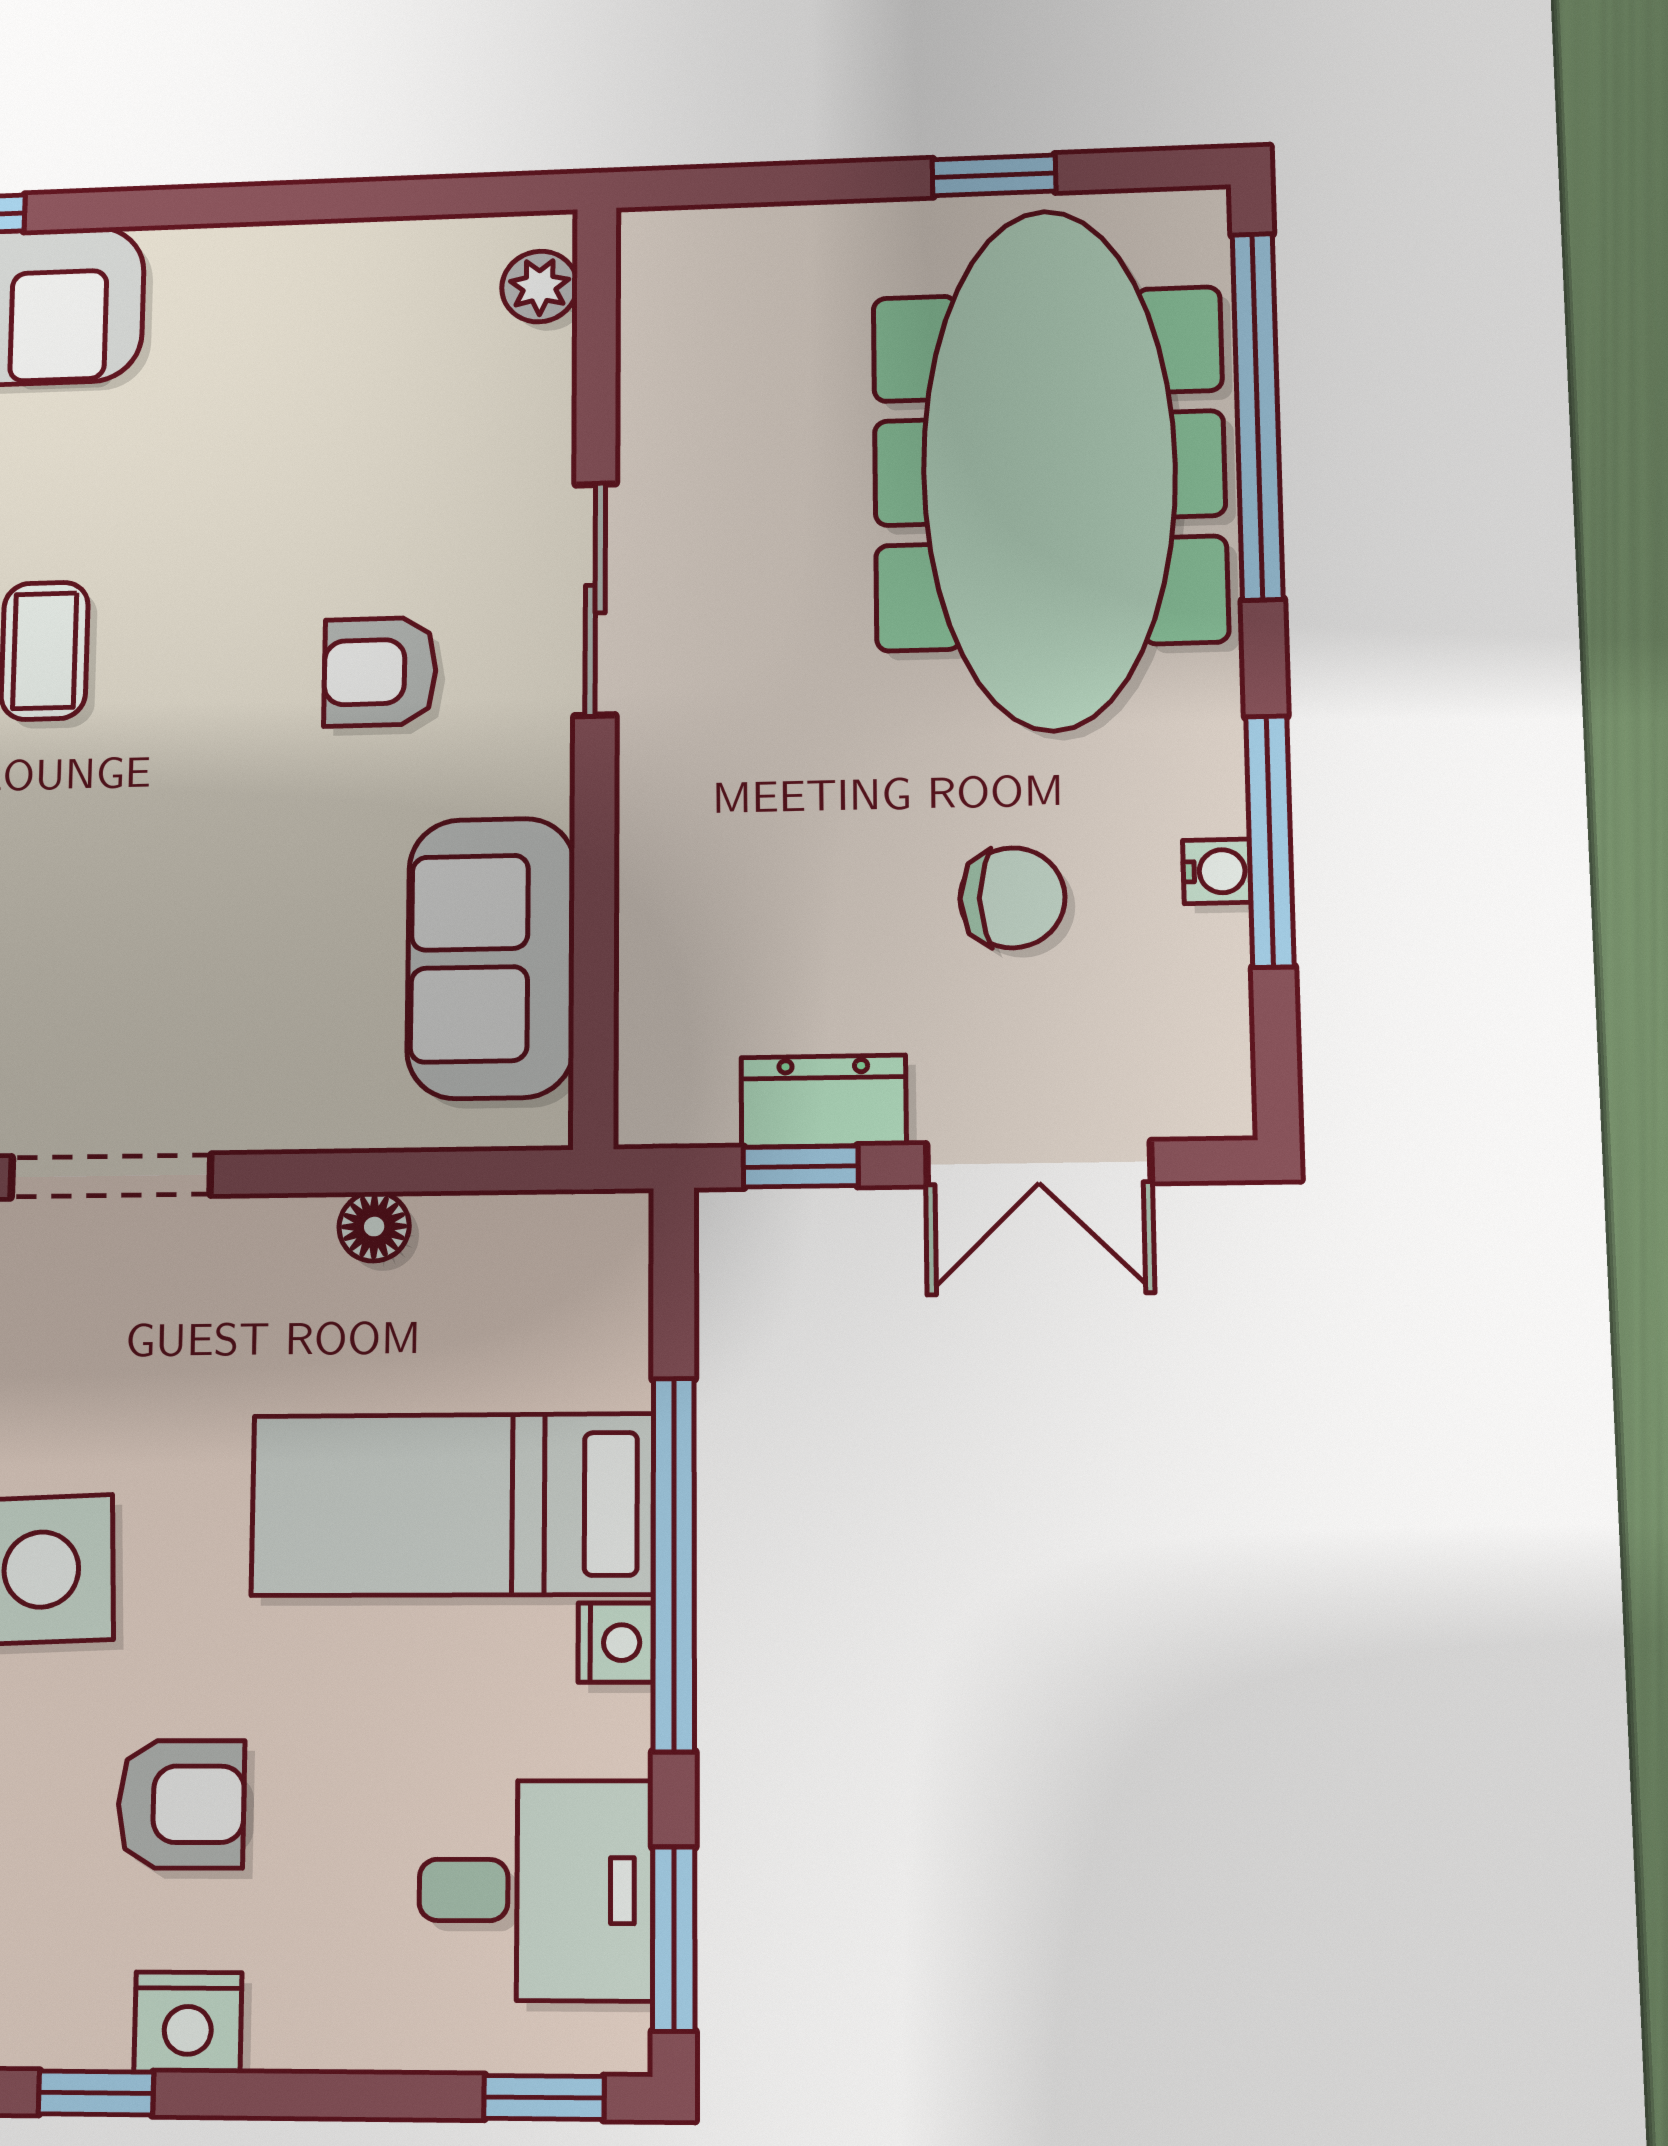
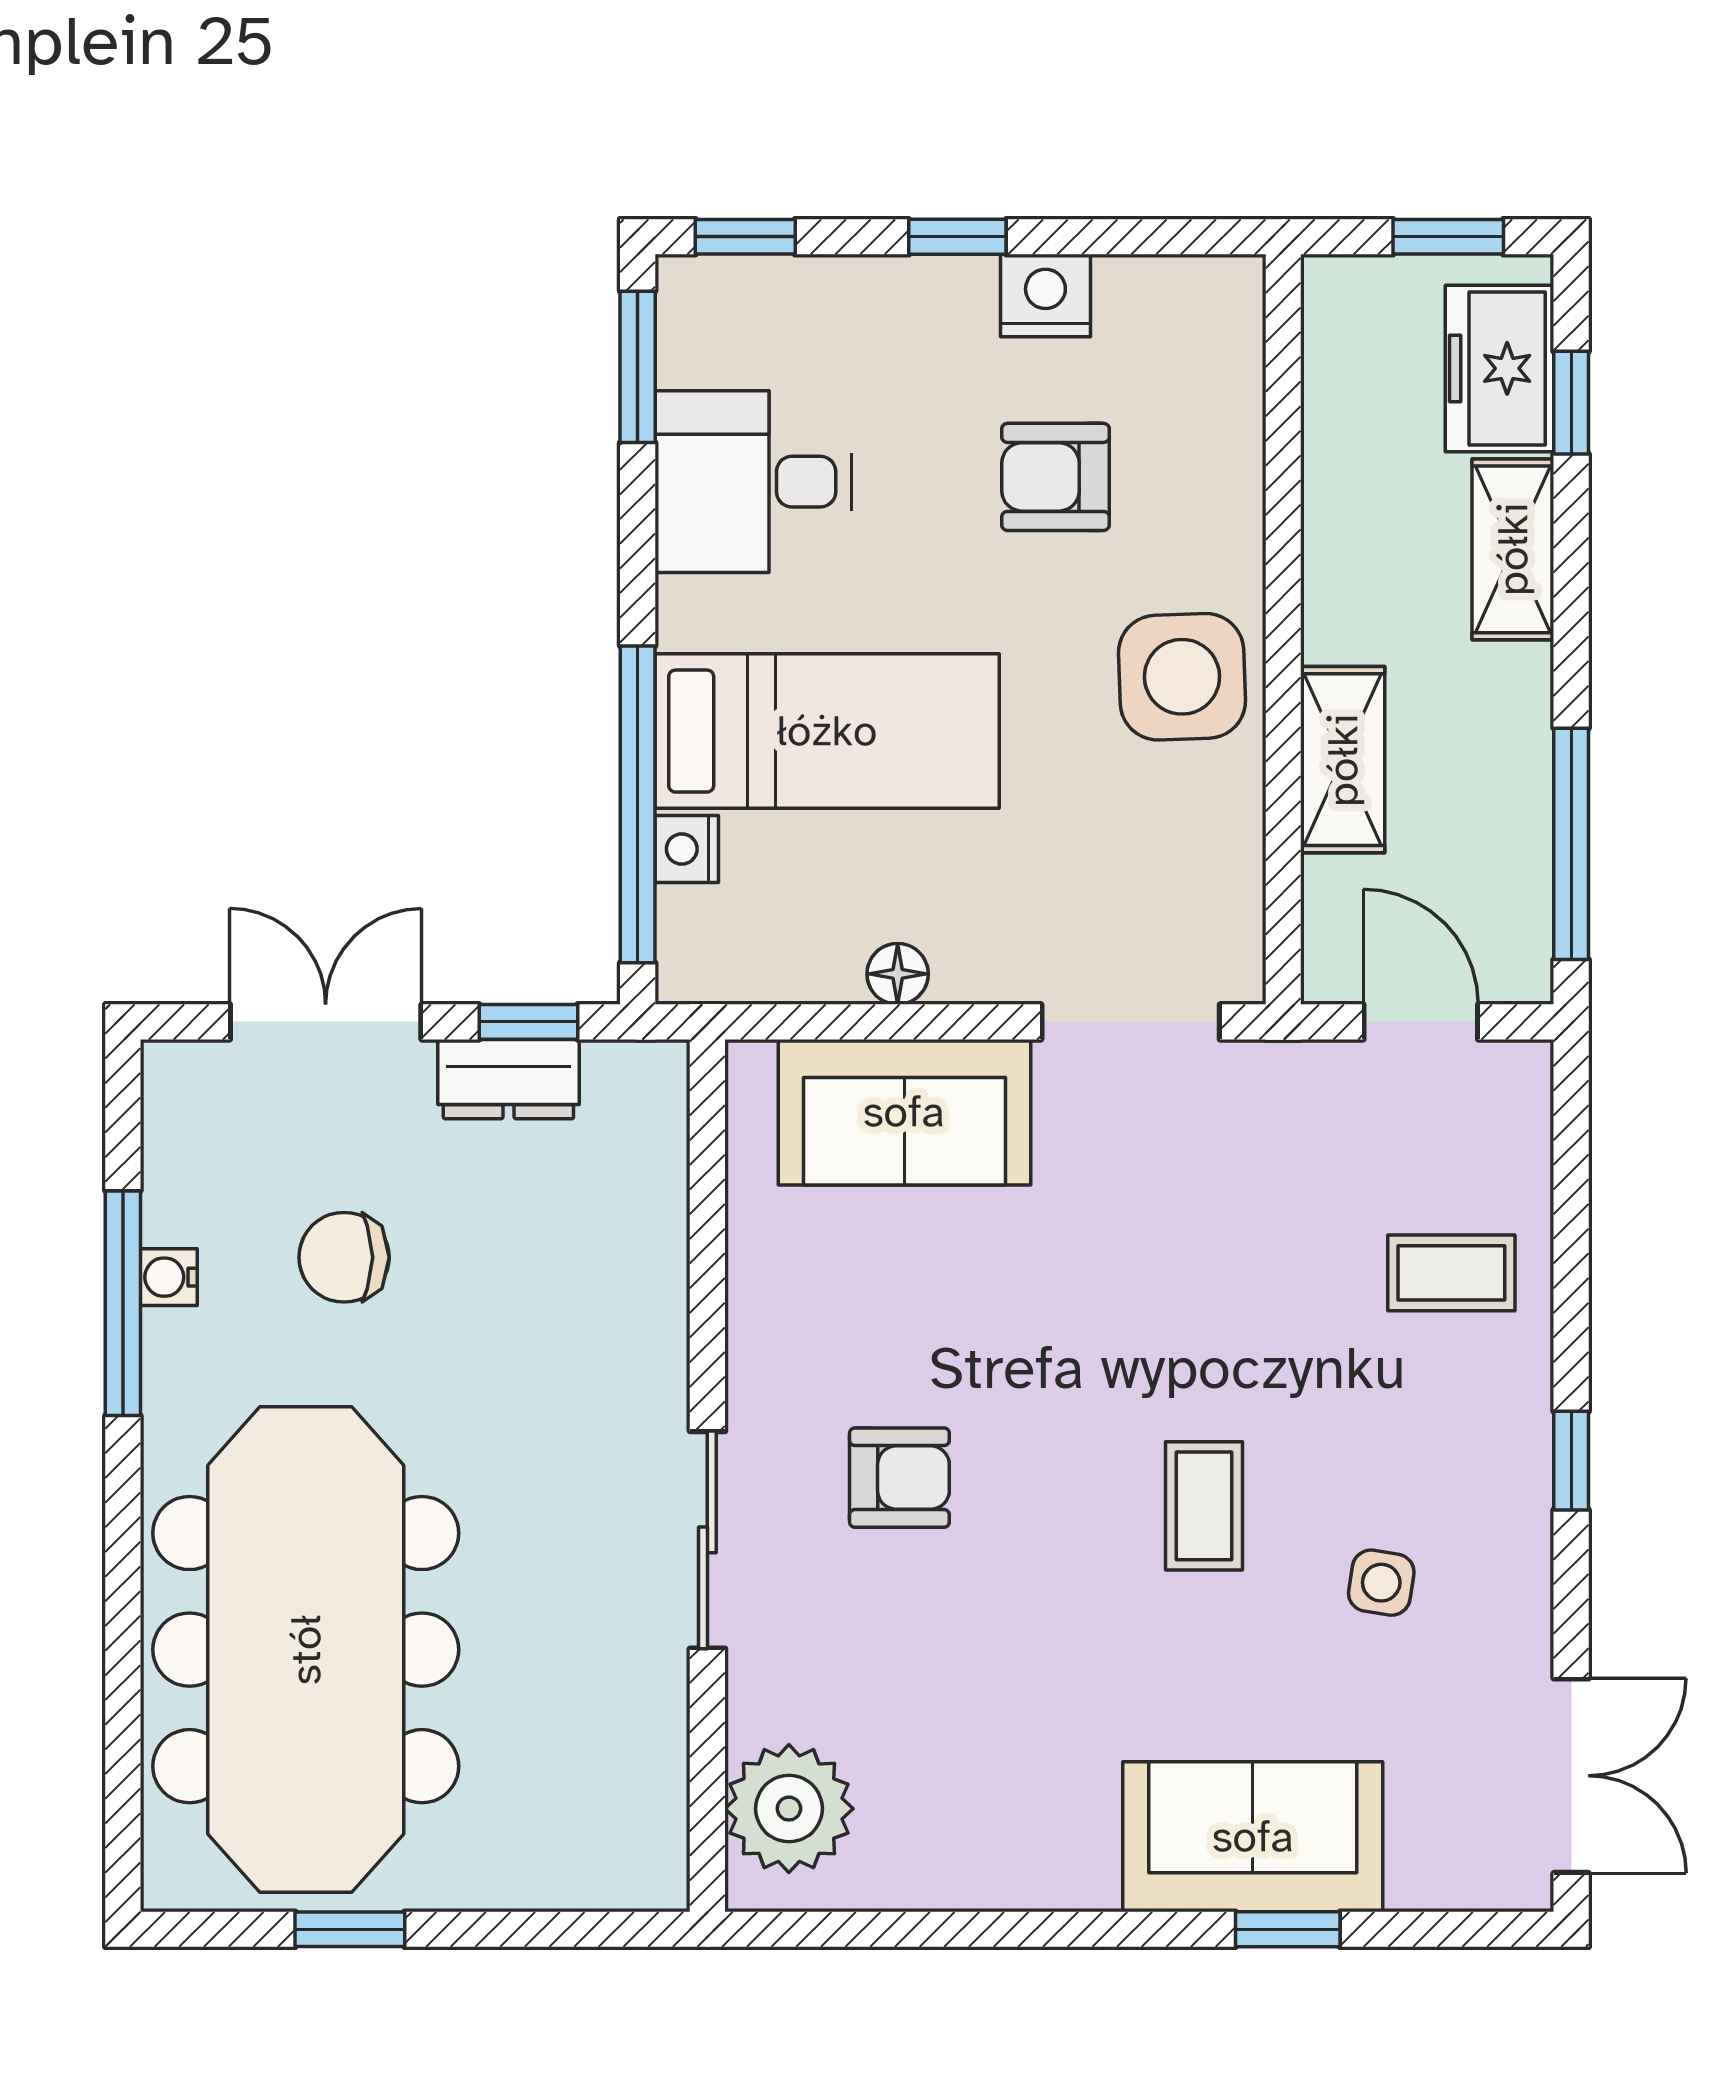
plant: (540, 287) -> (789, 1809), width x1.88, depth x1.88
window: (1258, 415) -> (123, 1693), removed
sofa: (491, 958) -> (904, 1112), moved, turned 90
window: (674, 1564) -> (638, 804), moved
nightstand: (616, 1643) -> (687, 849), moved
desk: (536, 1890) -> (753, 482), moved
window: (96, 2093) -> (957, 237), moved

